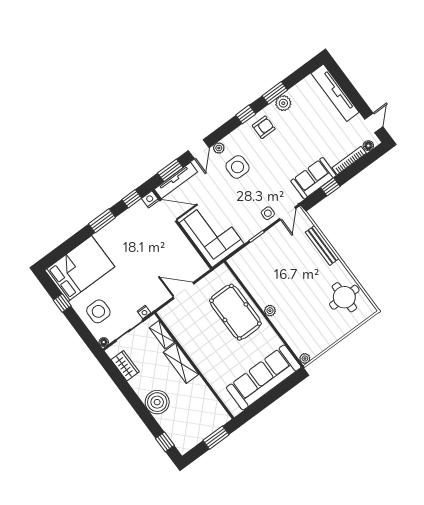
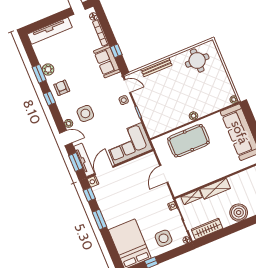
wardrobe: (125, 366) -> (207, 229), width x1.50

